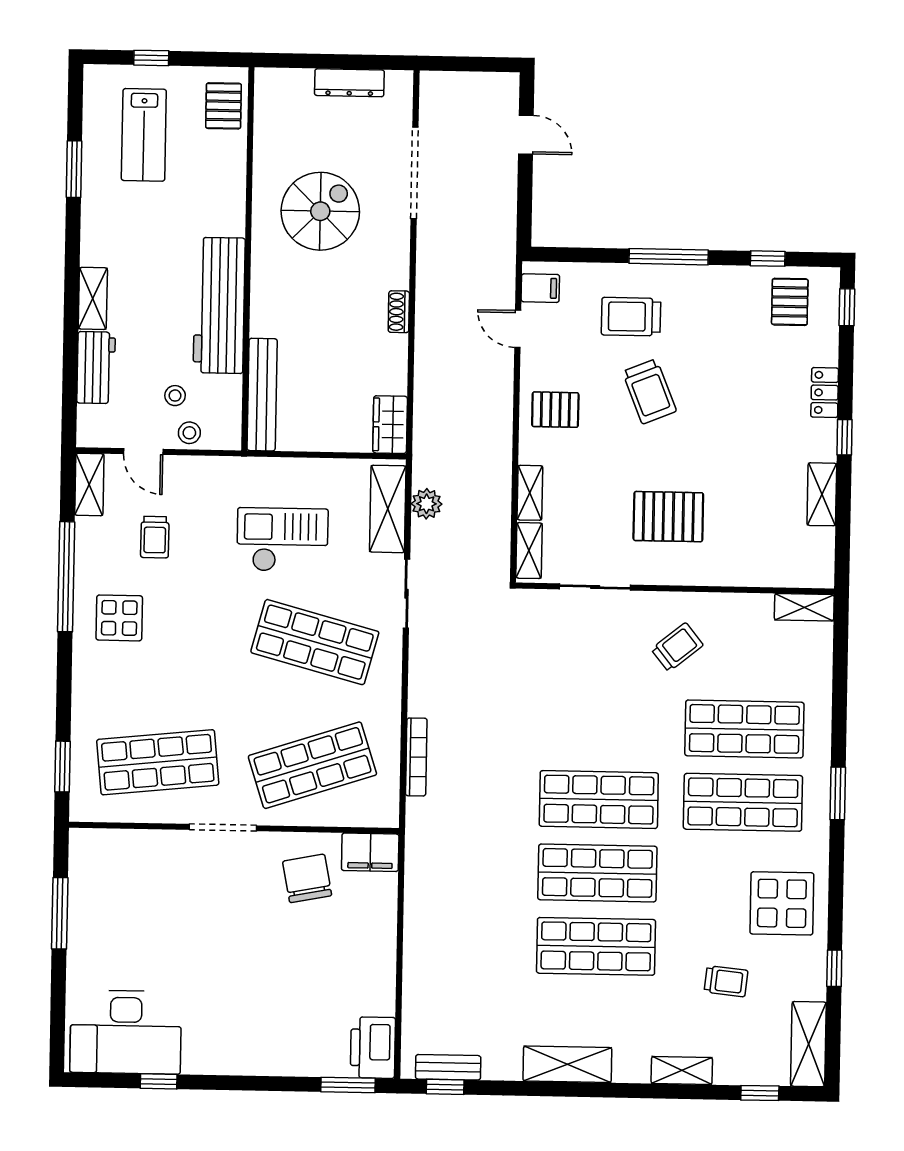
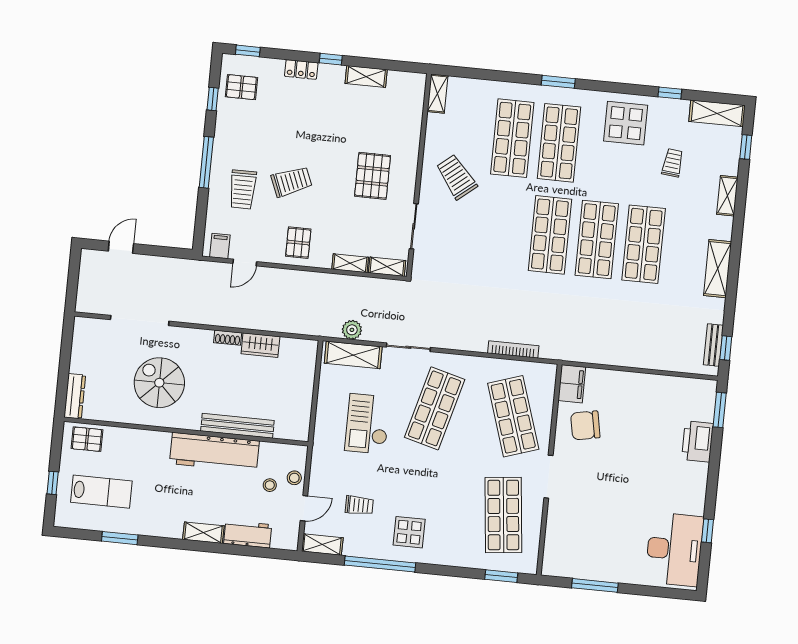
dresser: (349, 83) -> (75, 396), moved
bench: (262, 395) -> (237, 426), moved
wardrobe: (390, 425) -> (260, 345), moved
trolley: (677, 647) -> (456, 177), width x1.36, depth x1.39
printer: (373, 1048) -> (698, 441), moved, turned 90

